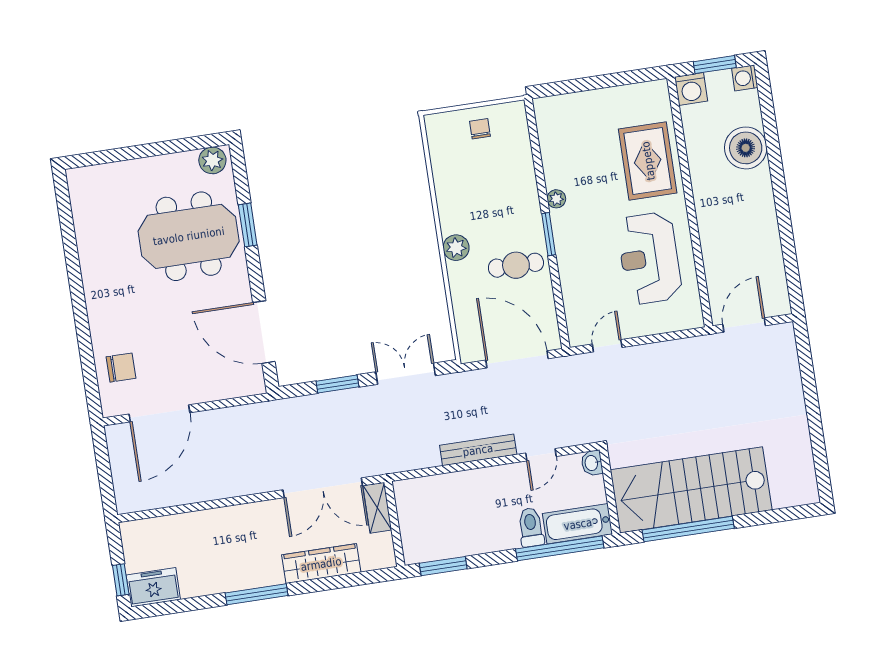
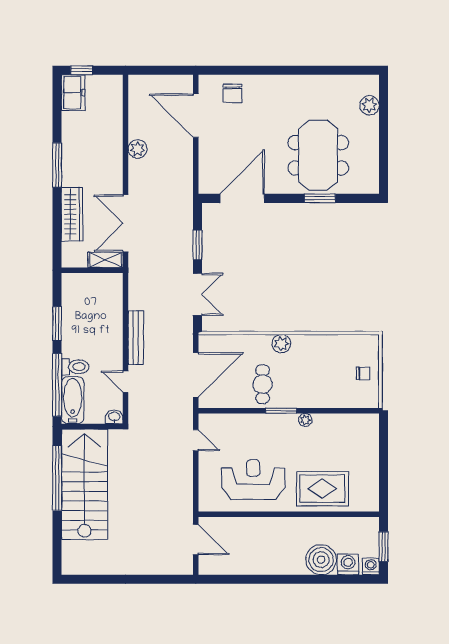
washing machine: (691, 89) -> (348, 564), moved, turned 90
plant: (212, 160) -> (369, 105), moved
plant: (218, 487) -> (138, 149), added
window: (443, 566) -> (57, 324), moved

